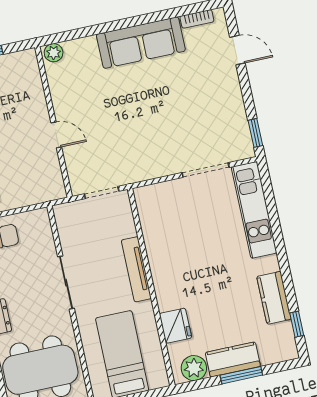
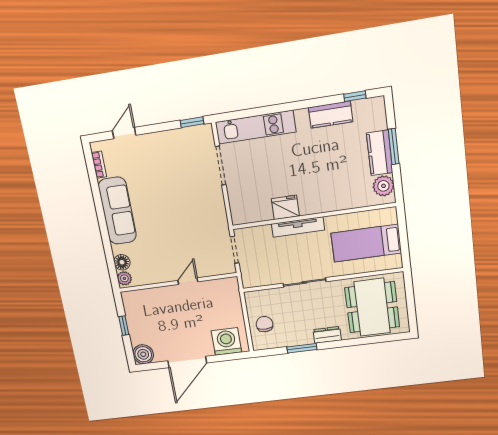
floor lamp: (75, 49) -> (122, 262), added
fridge: (175, 326) -> (285, 207), moved

